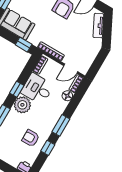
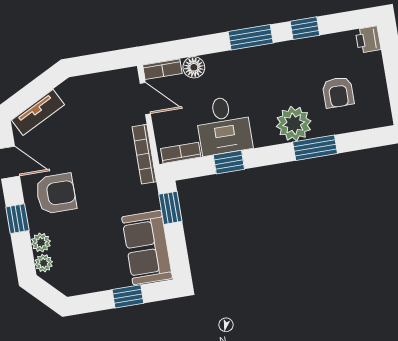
window: (17, 89) -> (229, 162), moved
plant: (22, 105) -> (294, 124), moved
armchair: (31, 138) -> (338, 92), moved

